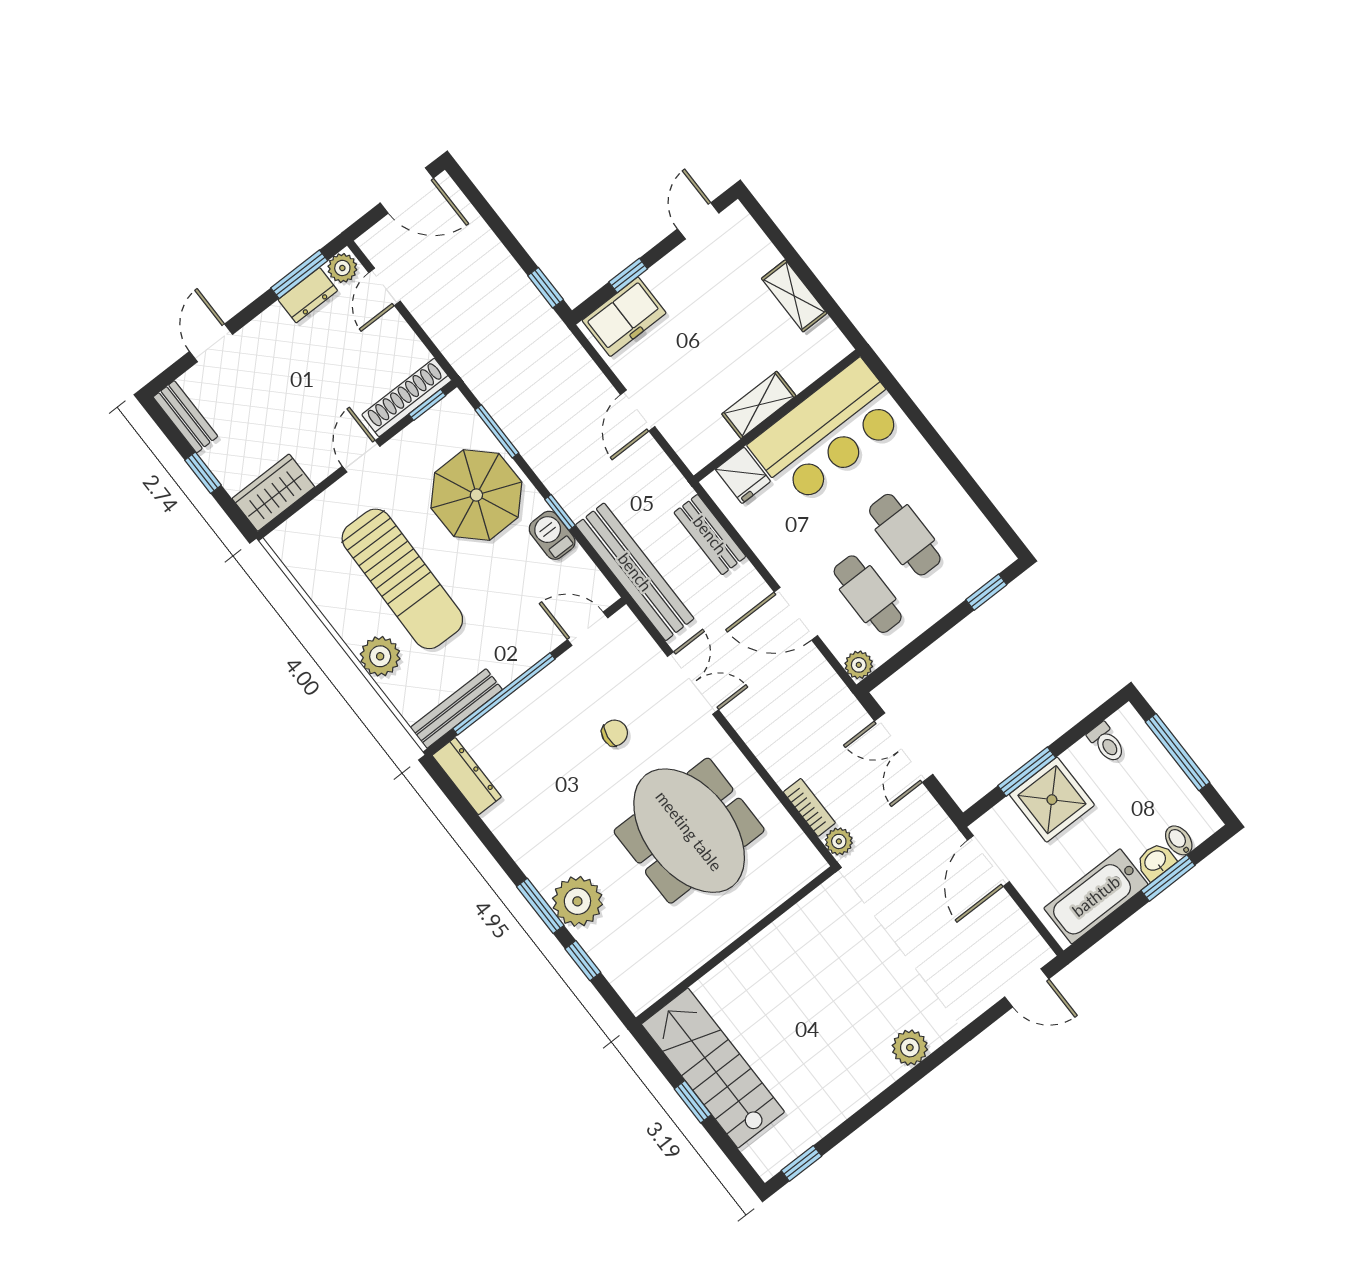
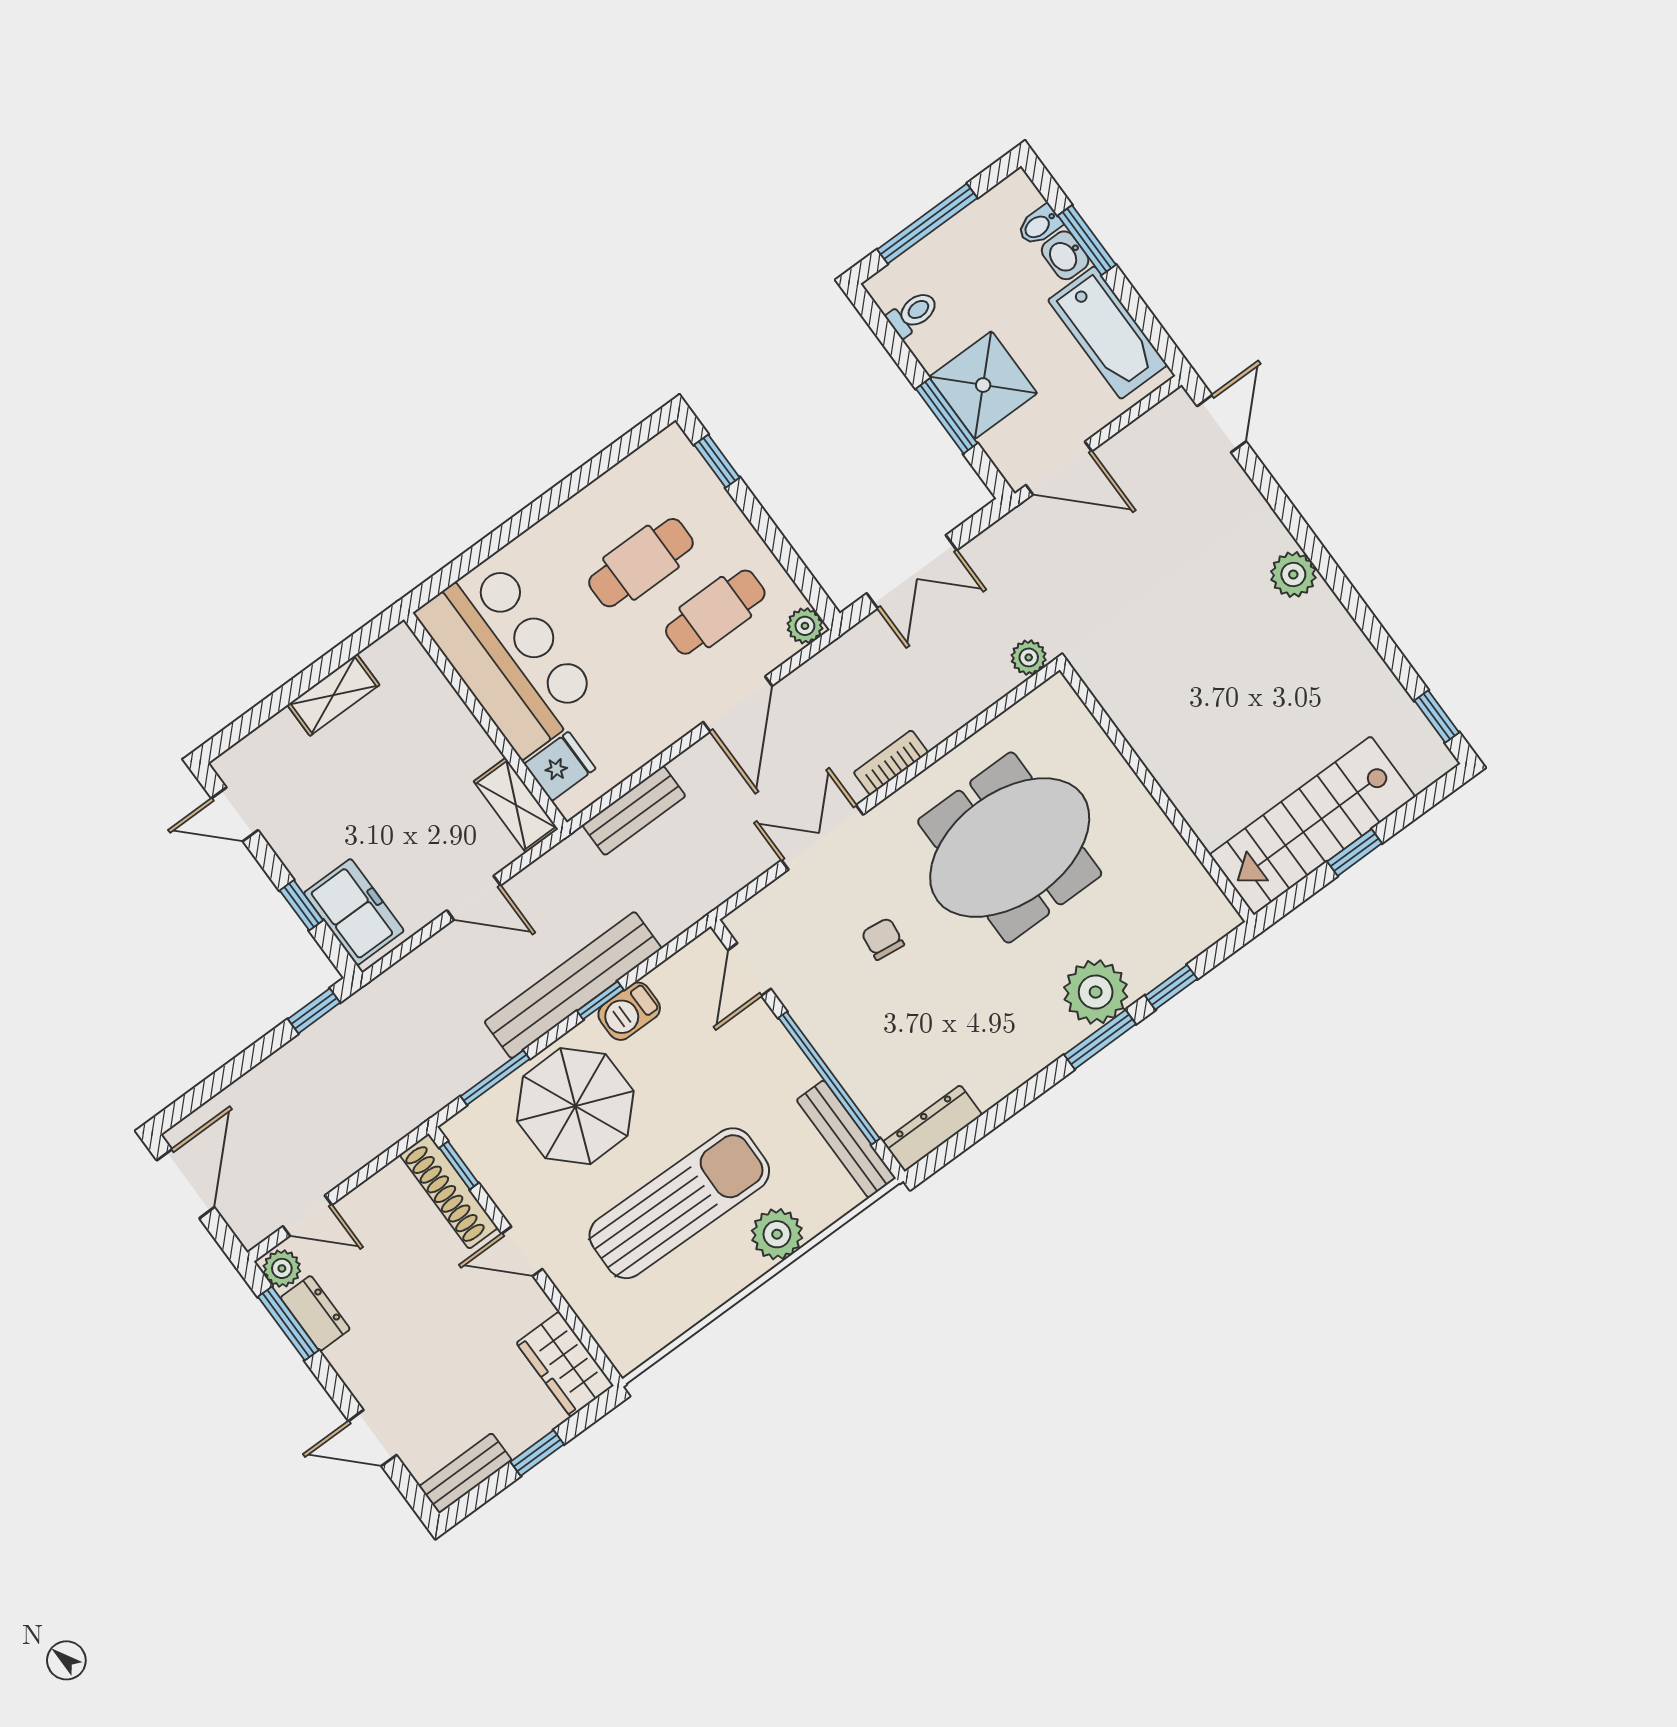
shelving: (759, 405) -> (516, 805), moved
bench: (635, 572) -> (573, 985), moved
bookcase: (809, 807) -> (891, 763), moved

